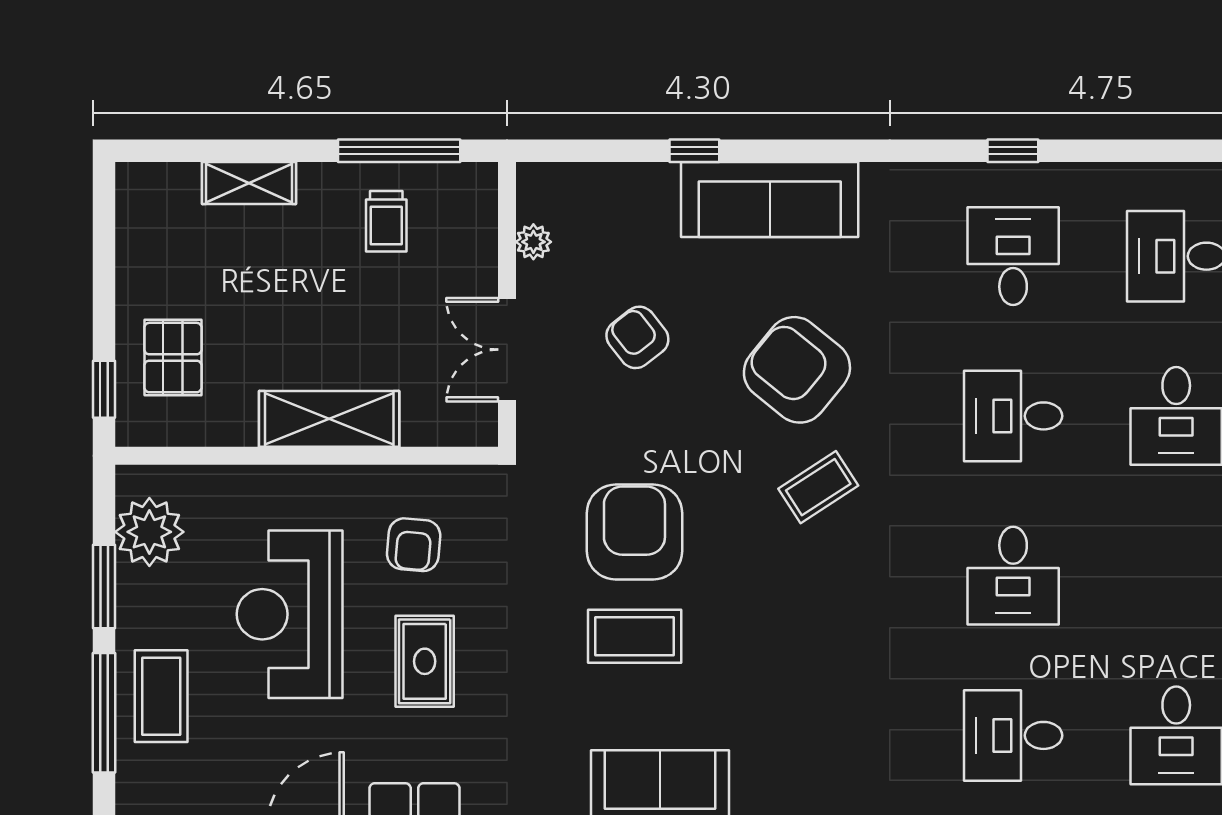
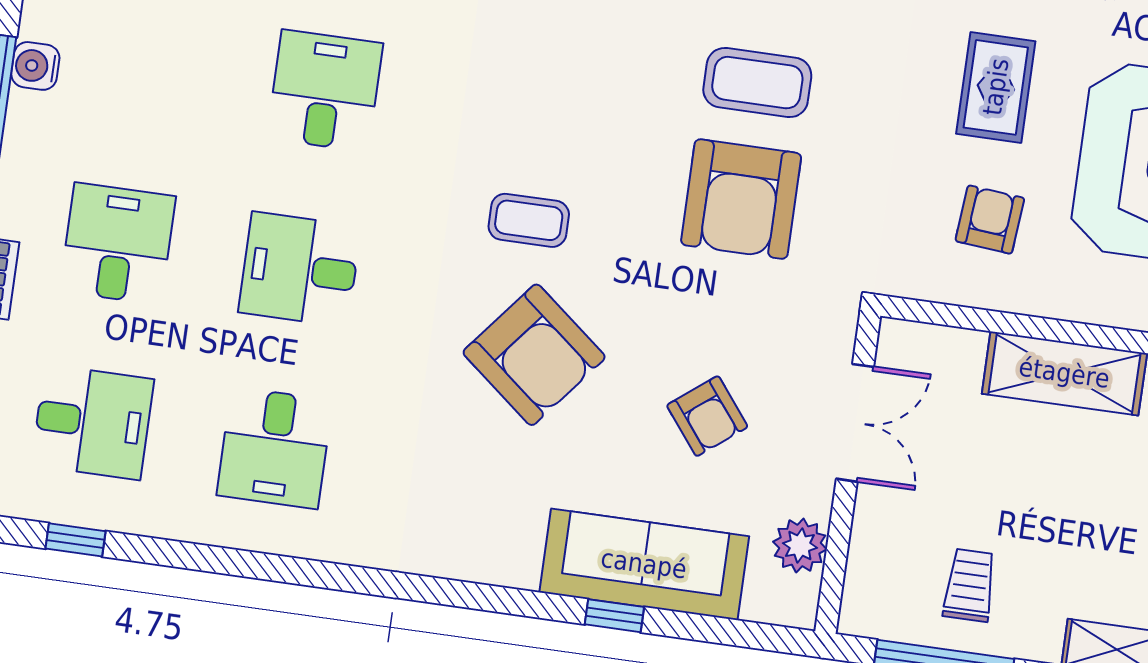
window: (1013, 151) -> (76, 540), moved
sofa: (770, 200) -> (644, 564), moved
plant: (533, 242) -> (800, 546), width x1.38, depth x1.38
desk: (1013, 416) -> (300, 269), turned 180
coffee table: (818, 487) -> (529, 220), turned 33

